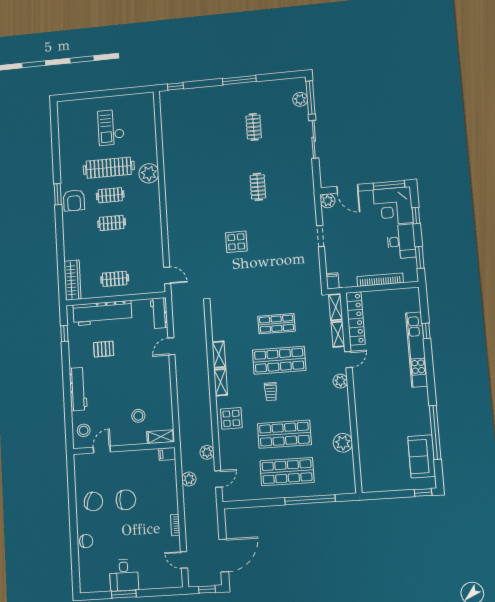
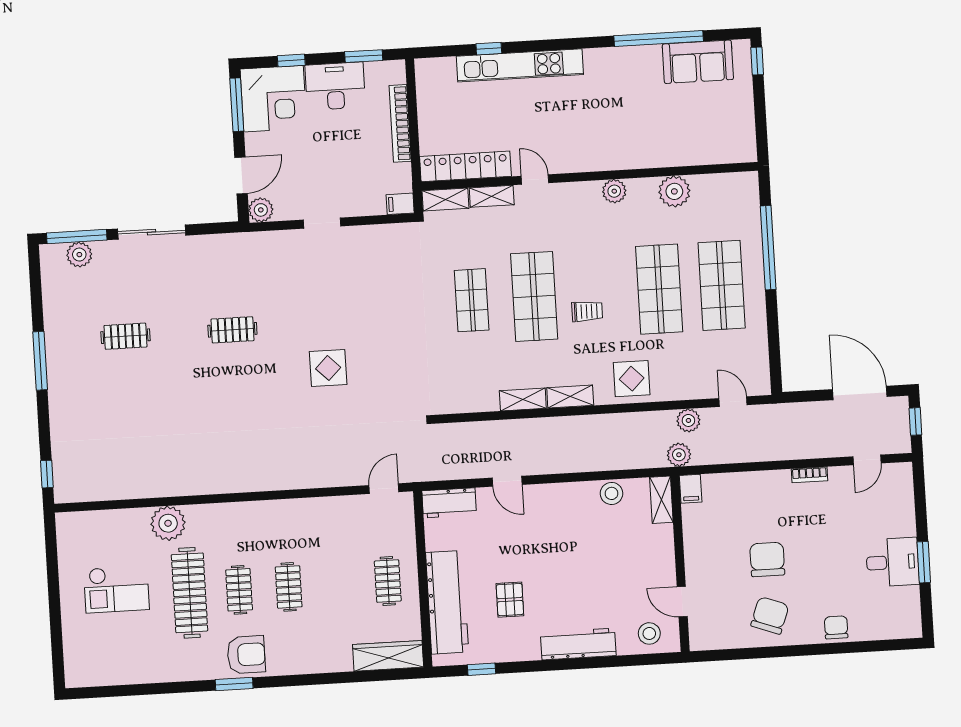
plant: (149, 173) -> (168, 523), moved
plant: (340, 381) -> (614, 191), moved
stool: (138, 416) -> (611, 493), moved
plant: (189, 479) -> (679, 455), moved

